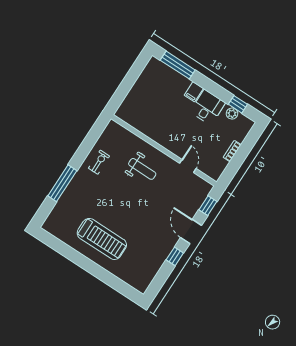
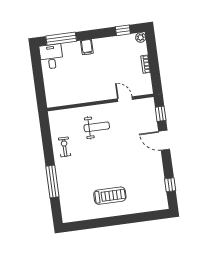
desk: (208, 107) -> (51, 57), moved
plant: (232, 114) -> (141, 37), moved
treadmill: (102, 239) -> (110, 196), width x0.73, depth x0.73
window: (175, 256) -> (170, 185), moved

